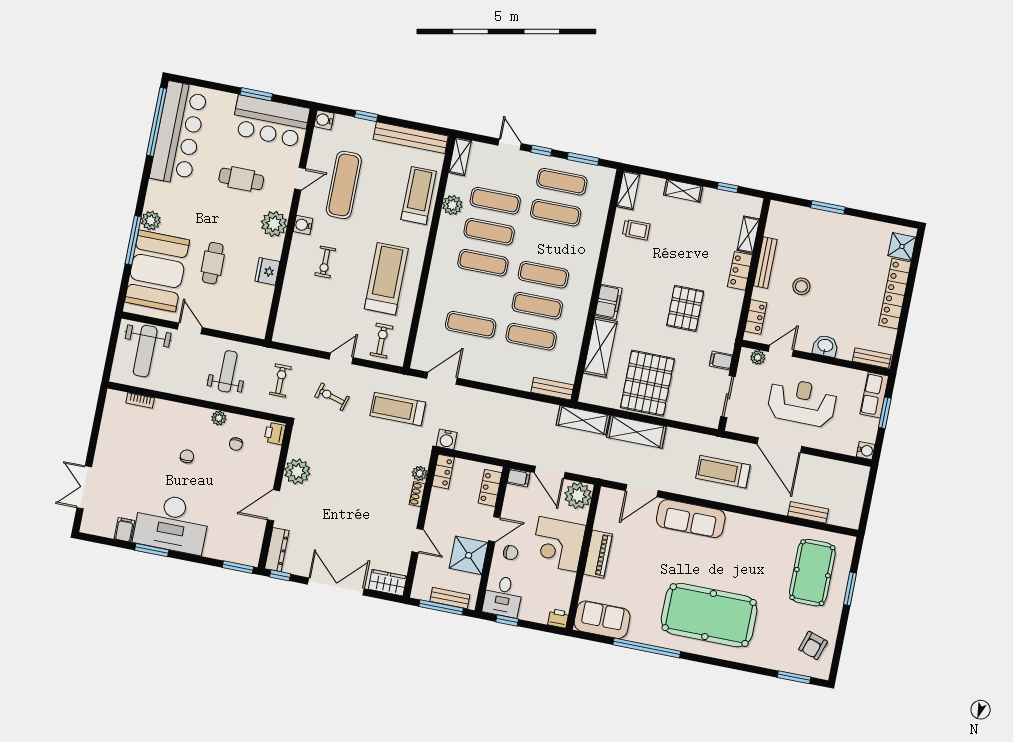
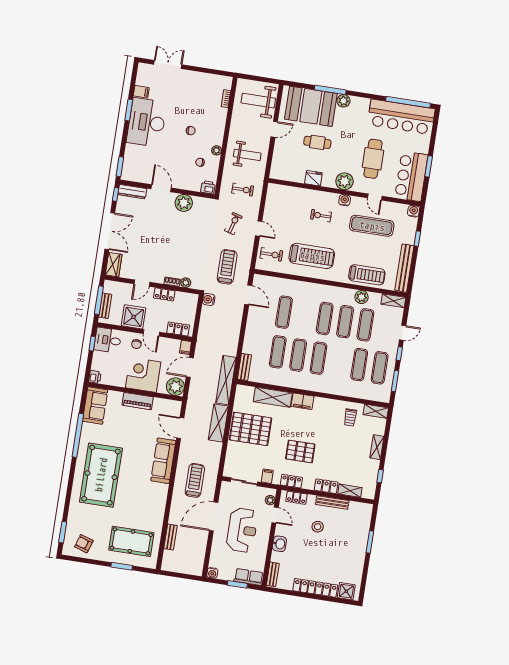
cafe table: (241, 179) -> (373, 159), width x1.37, depth x1.35
locker: (730, 324) -> (291, 481), added
shelving: (583, 420) -> (226, 380), width x1.47
locker: (443, 472) -> (164, 294), moved

